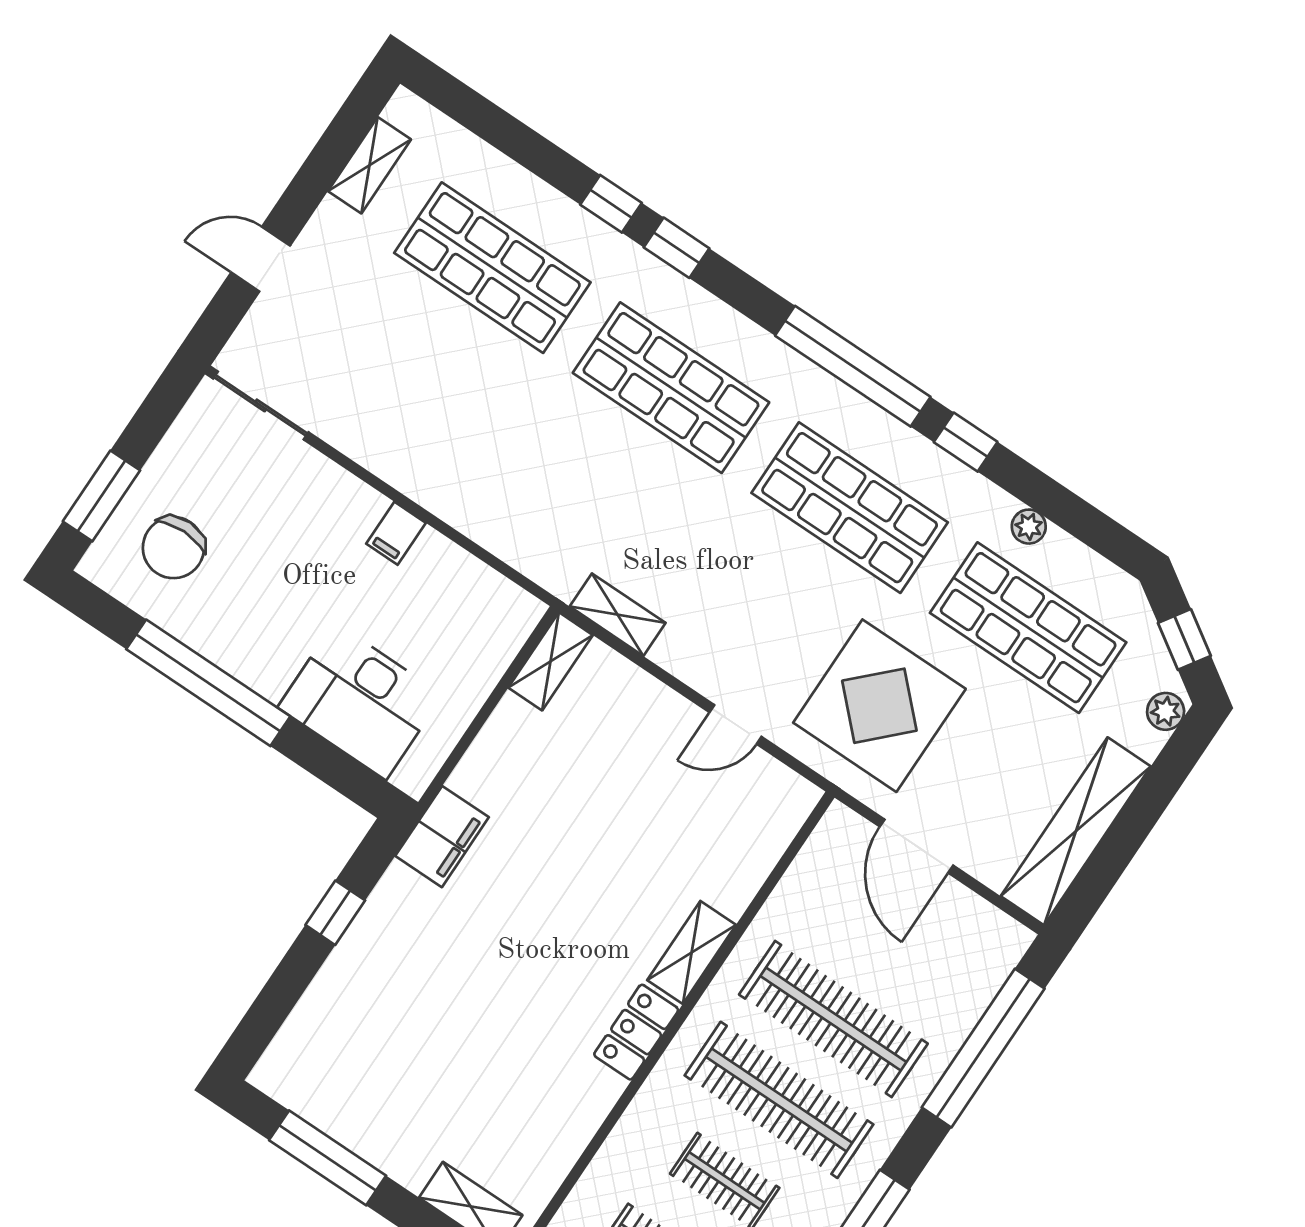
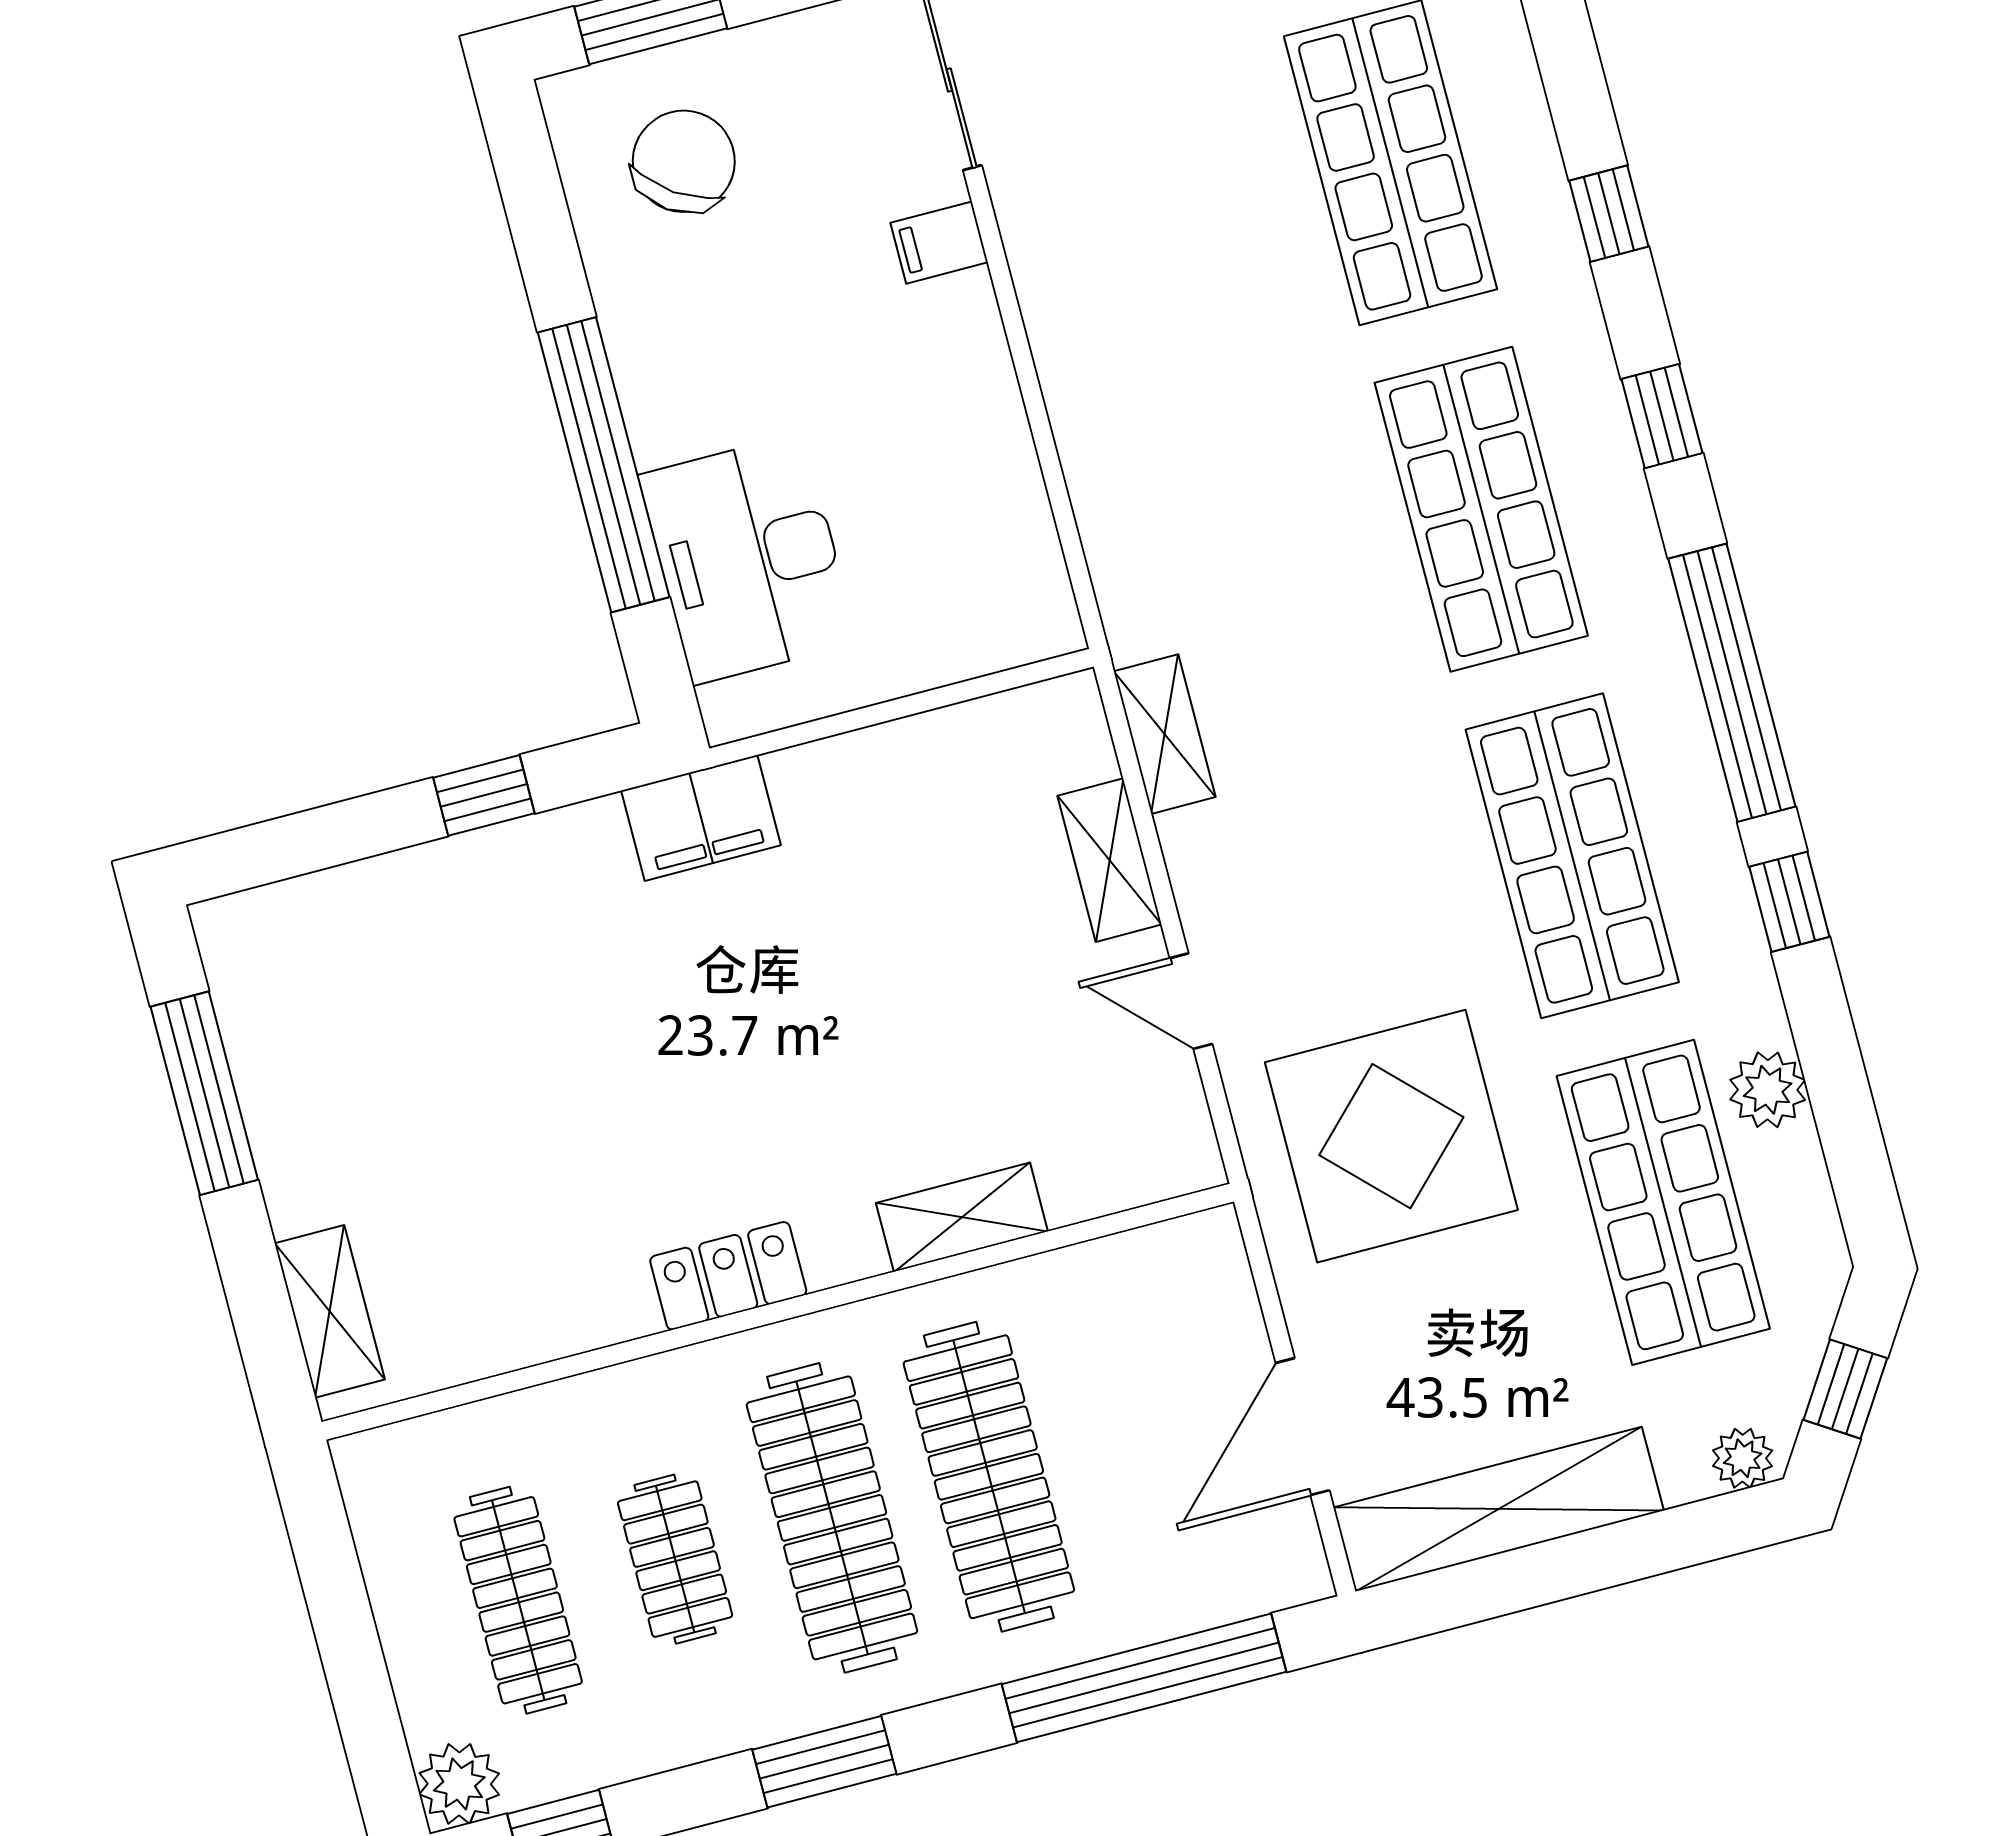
window: (677, 248) -> (1662, 416), moved
plant: (1029, 527) -> (1768, 1090), width x1.38, depth x1.38
filing cabinet: (396, 533) -> (939, 243), moved
chair: (173, 548) -> (684, 161), turned 124
shelving: (550, 661) -> (1110, 860), moved, turned 90
window: (208, 683) -> (604, 465), moved
door: (916, 846) -> (1303, 1427), moved
shelving: (692, 952) -> (962, 1217), moved

